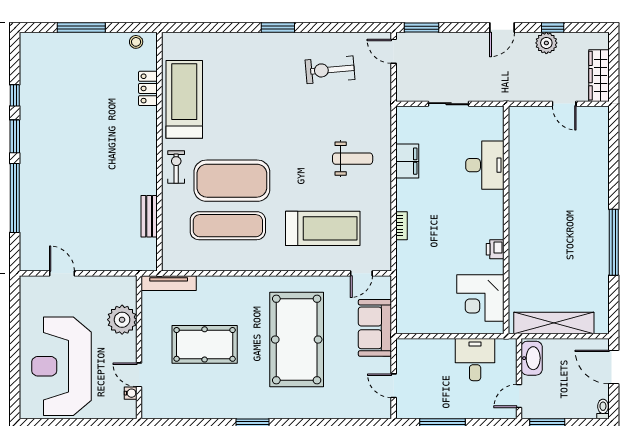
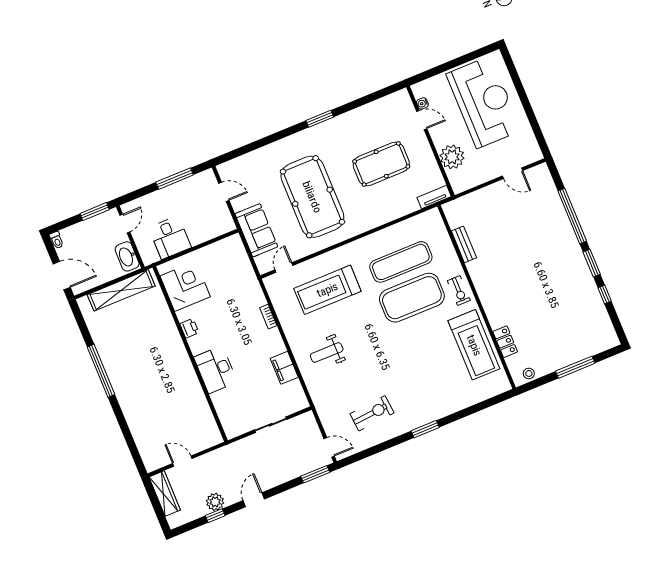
desk: (485, 165) -> (216, 370), moved
tv unit: (169, 283) -> (434, 197), width x0.71

